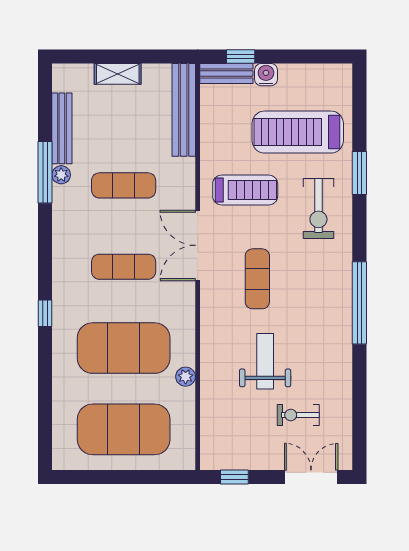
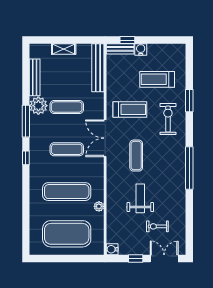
treadmill: (298, 132) -> (157, 79), width x0.73, depth x0.73
window: (45, 172) -> (26, 121), moved
plant: (61, 175) -> (38, 106), width x1.87, depth x1.87
exercise bike: (318, 209) -> (168, 119), turned 180
window: (45, 313) -> (26, 158), moved
exercise mat: (124, 348) -> (67, 192), width x0.68
water cooler: (211, 459) -> (112, 249), added
window: (234, 477) -> (136, 259), moved

